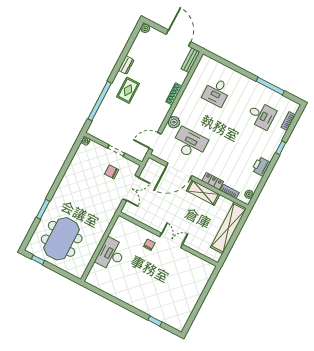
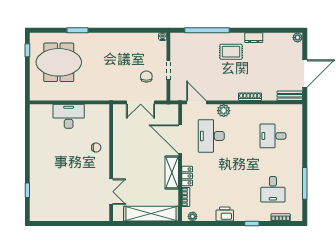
desk: (190, 143) -> (211, 136), turned 180
double door: (171, 240) -> (111, 192), moved

